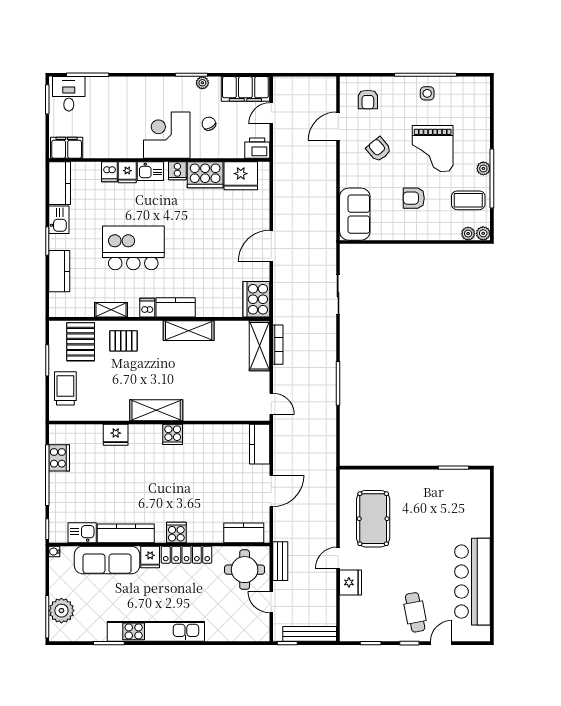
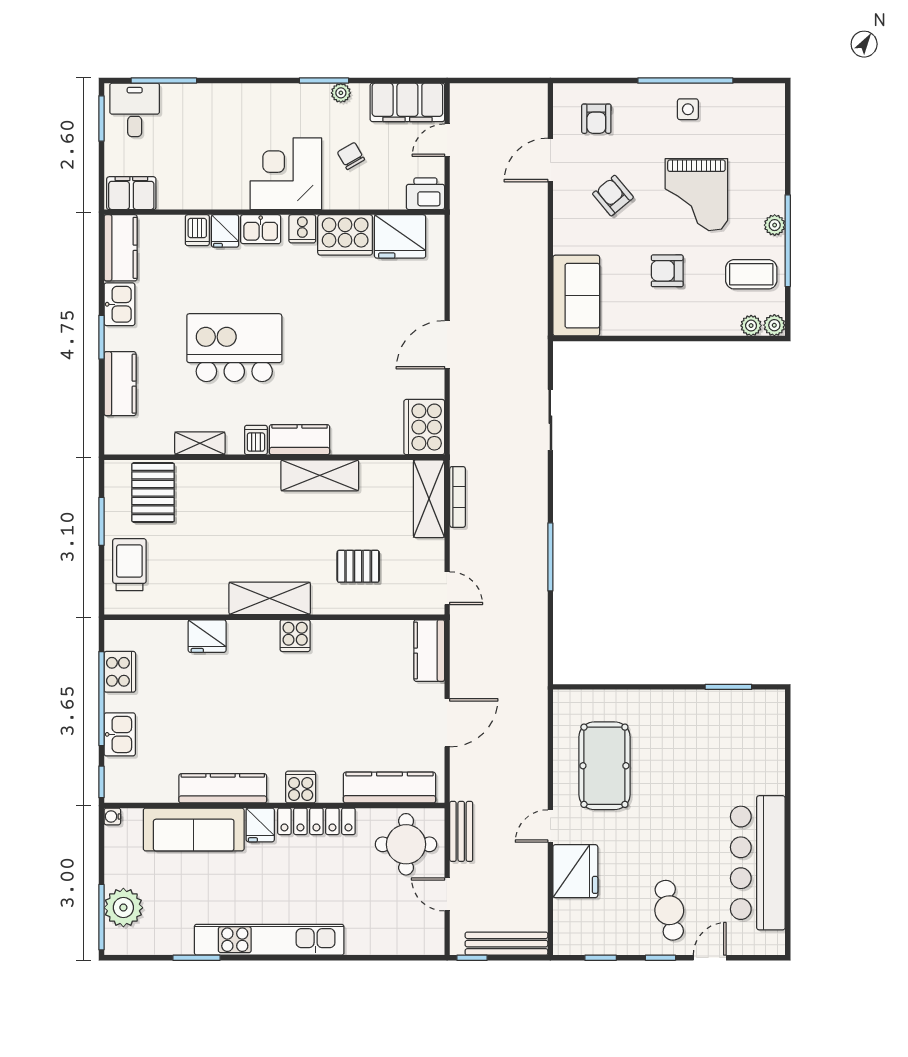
pallet: (124, 341) -> (358, 566), moved
kitchen sink: (82, 533) -> (120, 734), moved, turned 90
kitchen counter: (244, 533) -> (389, 788), width x1.50
fridge: (351, 582) -> (575, 871), width x1.36, depth x1.34

